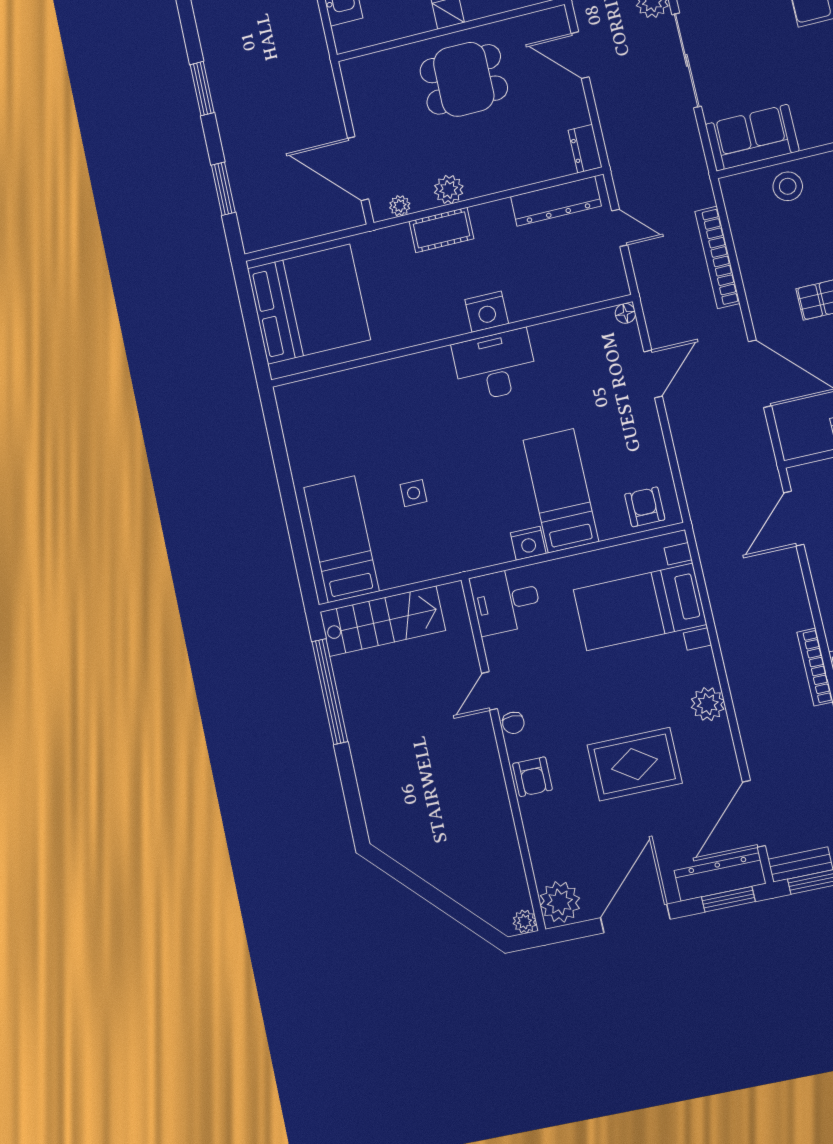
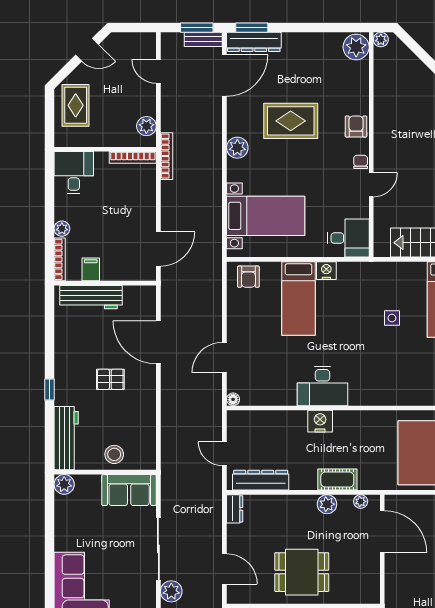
bookcase: (717, 257) -> (168, 421), removed
door: (635, 918) -> (312, 28), removed

